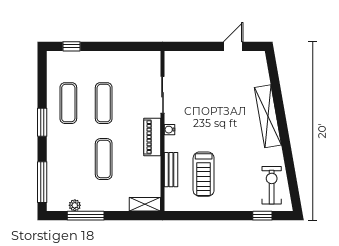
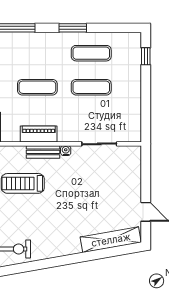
shelving: (268, 116) -> (111, 240), moved
piano: (152, 137) -> (39, 134), moved
bench: (171, 170) -> (43, 152), moved

